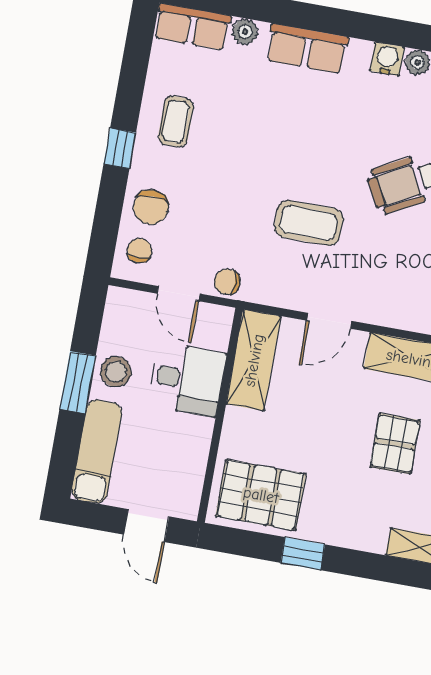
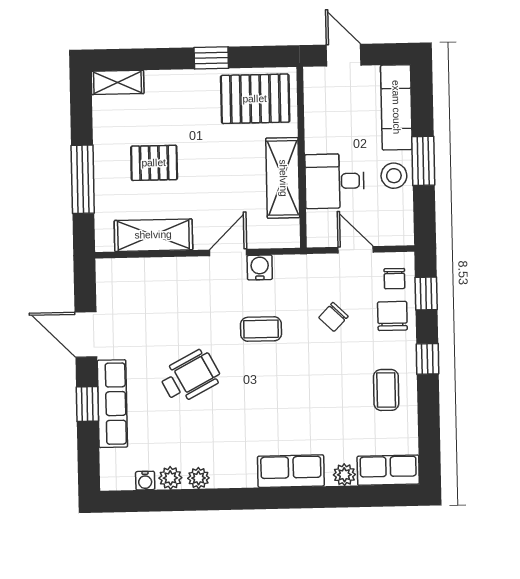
water cooler: (387, 59) -> (260, 267), moved, turned 180
coffee table: (309, 223) -> (261, 329), width x0.73, depth x0.77
window: (106, 225) -> (426, 294), added
chair: (227, 282) -> (333, 317), moved, turned 134
shelving: (254, 360) -> (283, 178), moved
pallet: (395, 444) -> (154, 163), turned 90

